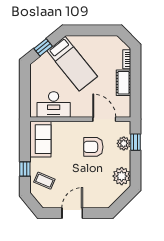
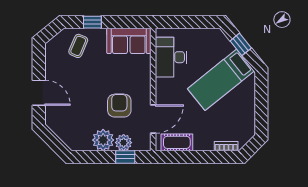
cot: (124, 83) -> (177, 142), moved
plant: (122, 176) -> (103, 140), moved
door: (72, 213) -> (39, 93), moved

